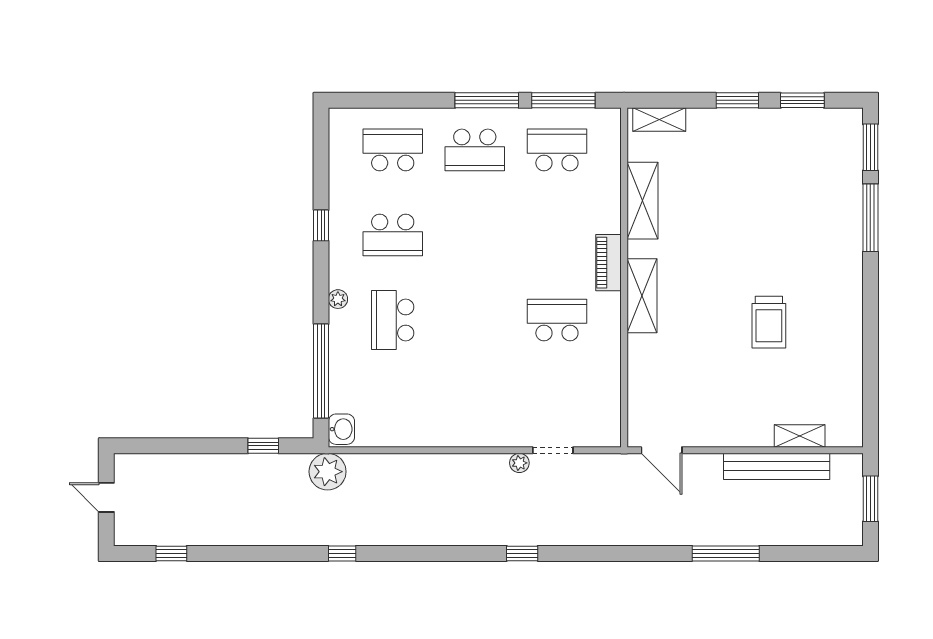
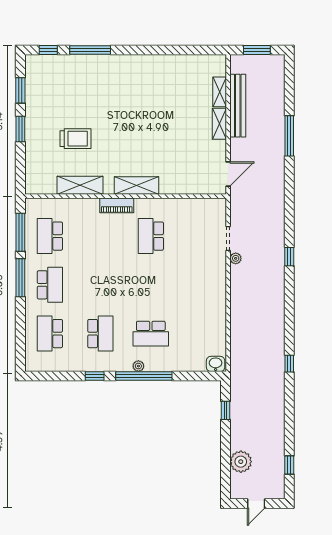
shelving: (659, 120) -> (219, 124), moved
window: (870, 147) -> (48, 50), width x0.67
trolley: (769, 322) -> (76, 139), moved
window: (321, 371) -> (144, 376), moved
plant: (328, 472) -> (241, 462), moved

